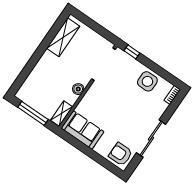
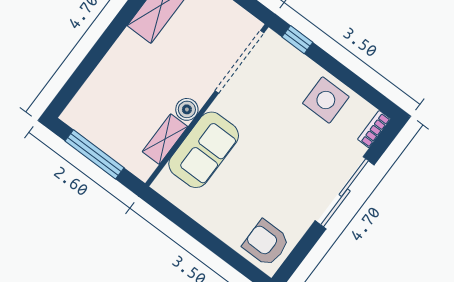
shelving: (62, 114) -> (165, 139), moved
sofa: (83, 130) -> (204, 150), moved, turned 90
sliding door: (151, 139) -> (345, 193), moved

